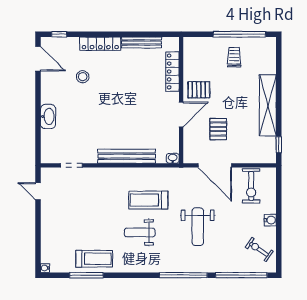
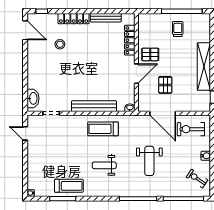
washbasin: (48, 116) -> (33, 98), moved
exercise bike: (251, 186) -> (191, 129), turned 90
treadmill: (148, 200) -> (103, 129), moved

